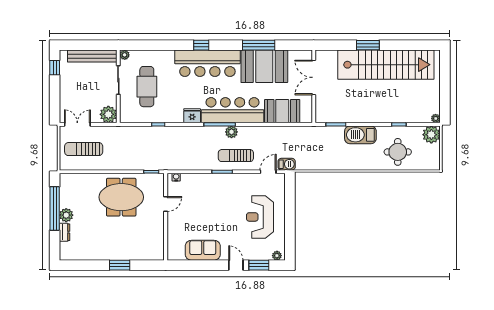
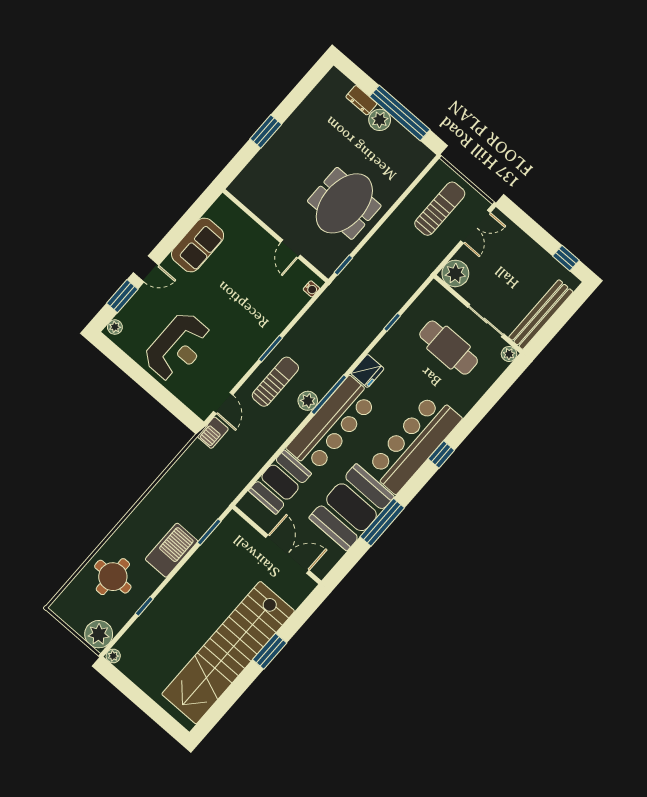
reception desk: (260, 217) -> (178, 347), turned 90

